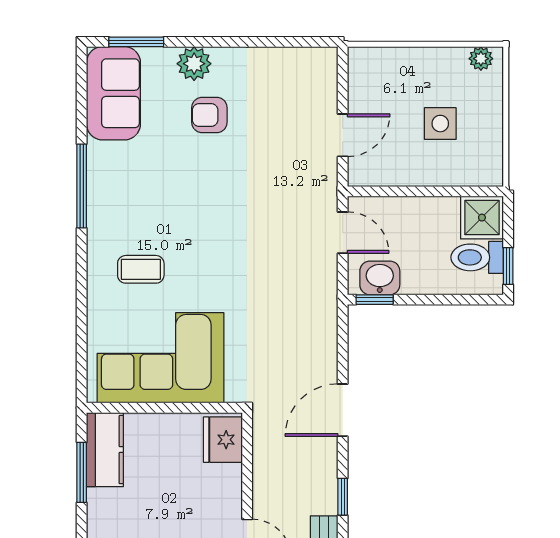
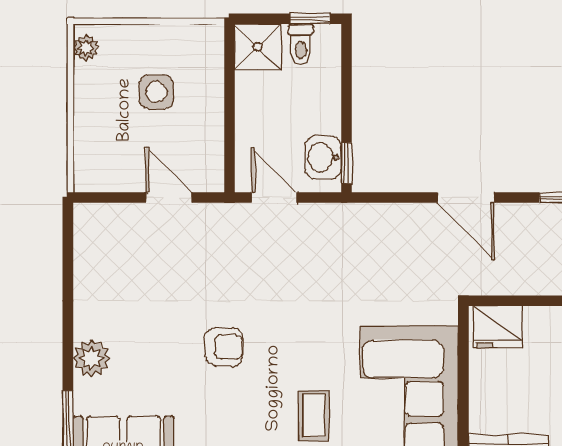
armchair: (209, 115) -> (224, 347), moved, turned -90
door: (343, 233) -> (274, 198), hinge flipped
toilet: (477, 257) -> (301, 44), width x0.73, depth x0.72

